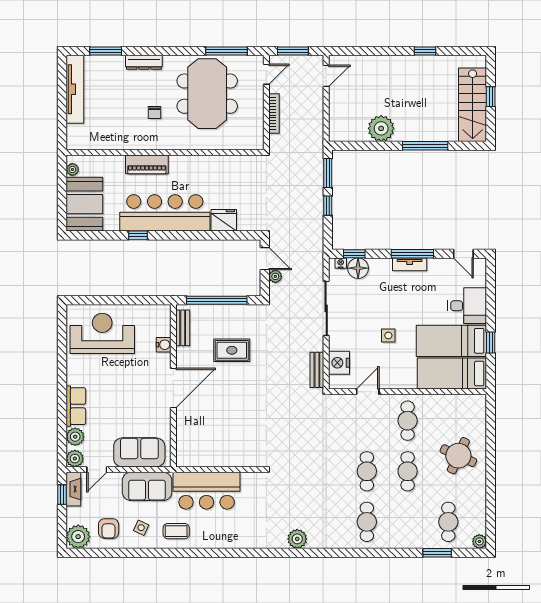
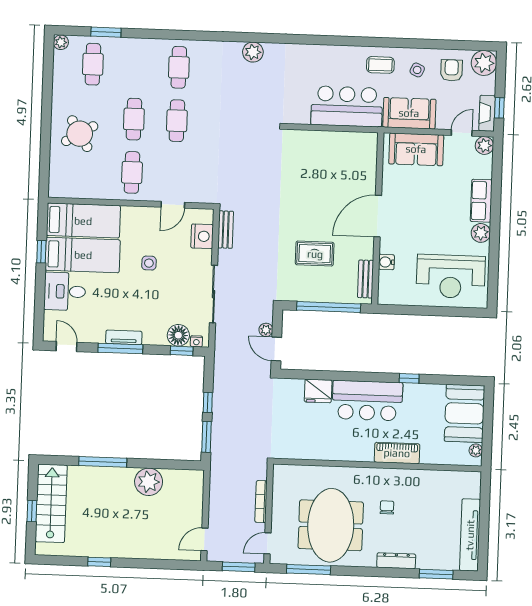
bar counter: (165, 213) -> (367, 401), width x0.73
plant: (75, 437) -> (481, 233), moved
round table: (458, 456) -> (80, 134), turned 35

